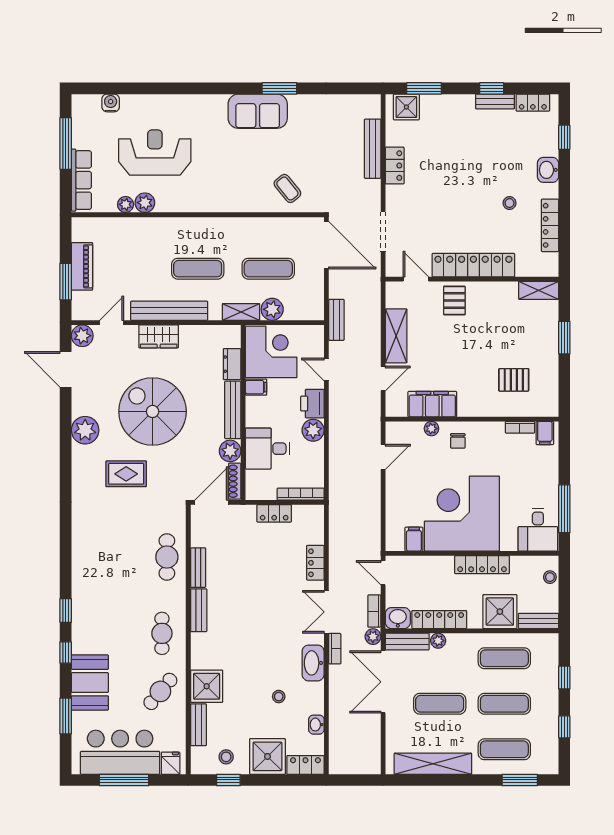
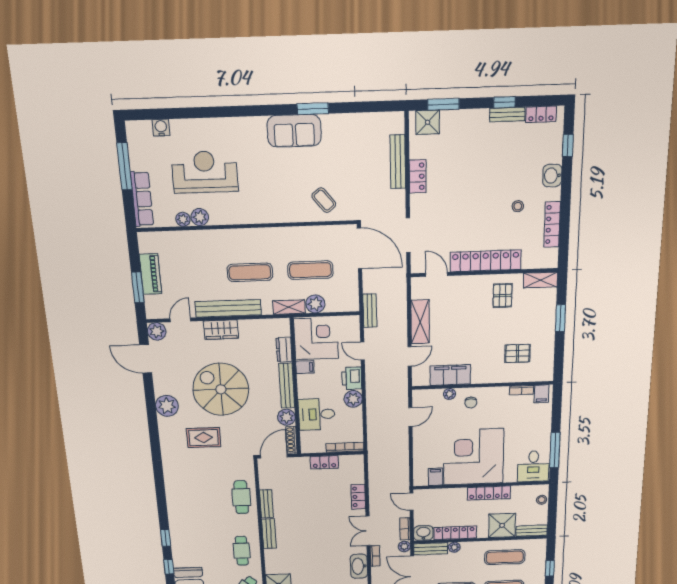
pallet: (454, 301) -> (502, 296), moved

